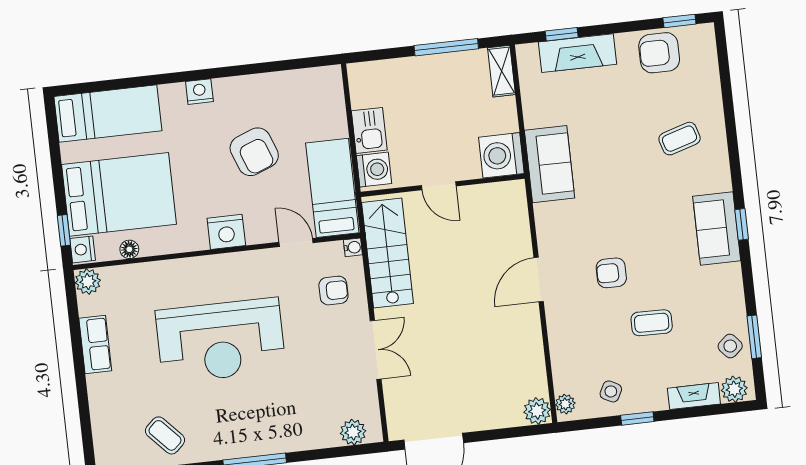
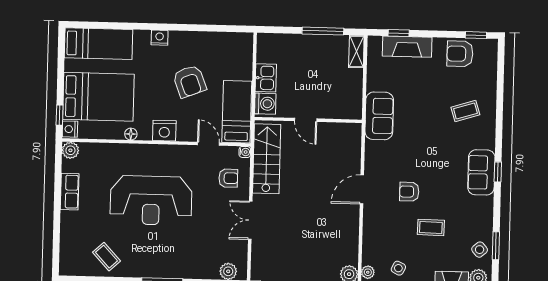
washing machine: (501, 155) -> (349, 106), removed
floor lamp: (129, 249) -> (131, 134), moved
double door: (376, 350) -> (250, 220), swing flipped

